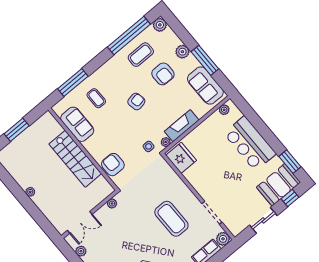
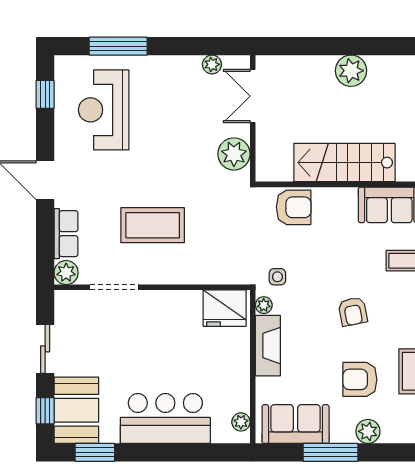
plant: (30, 192) -> (351, 71), width x1.87, depth x1.87
plant: (112, 204) -> (234, 154), width x1.88, depth x1.88

